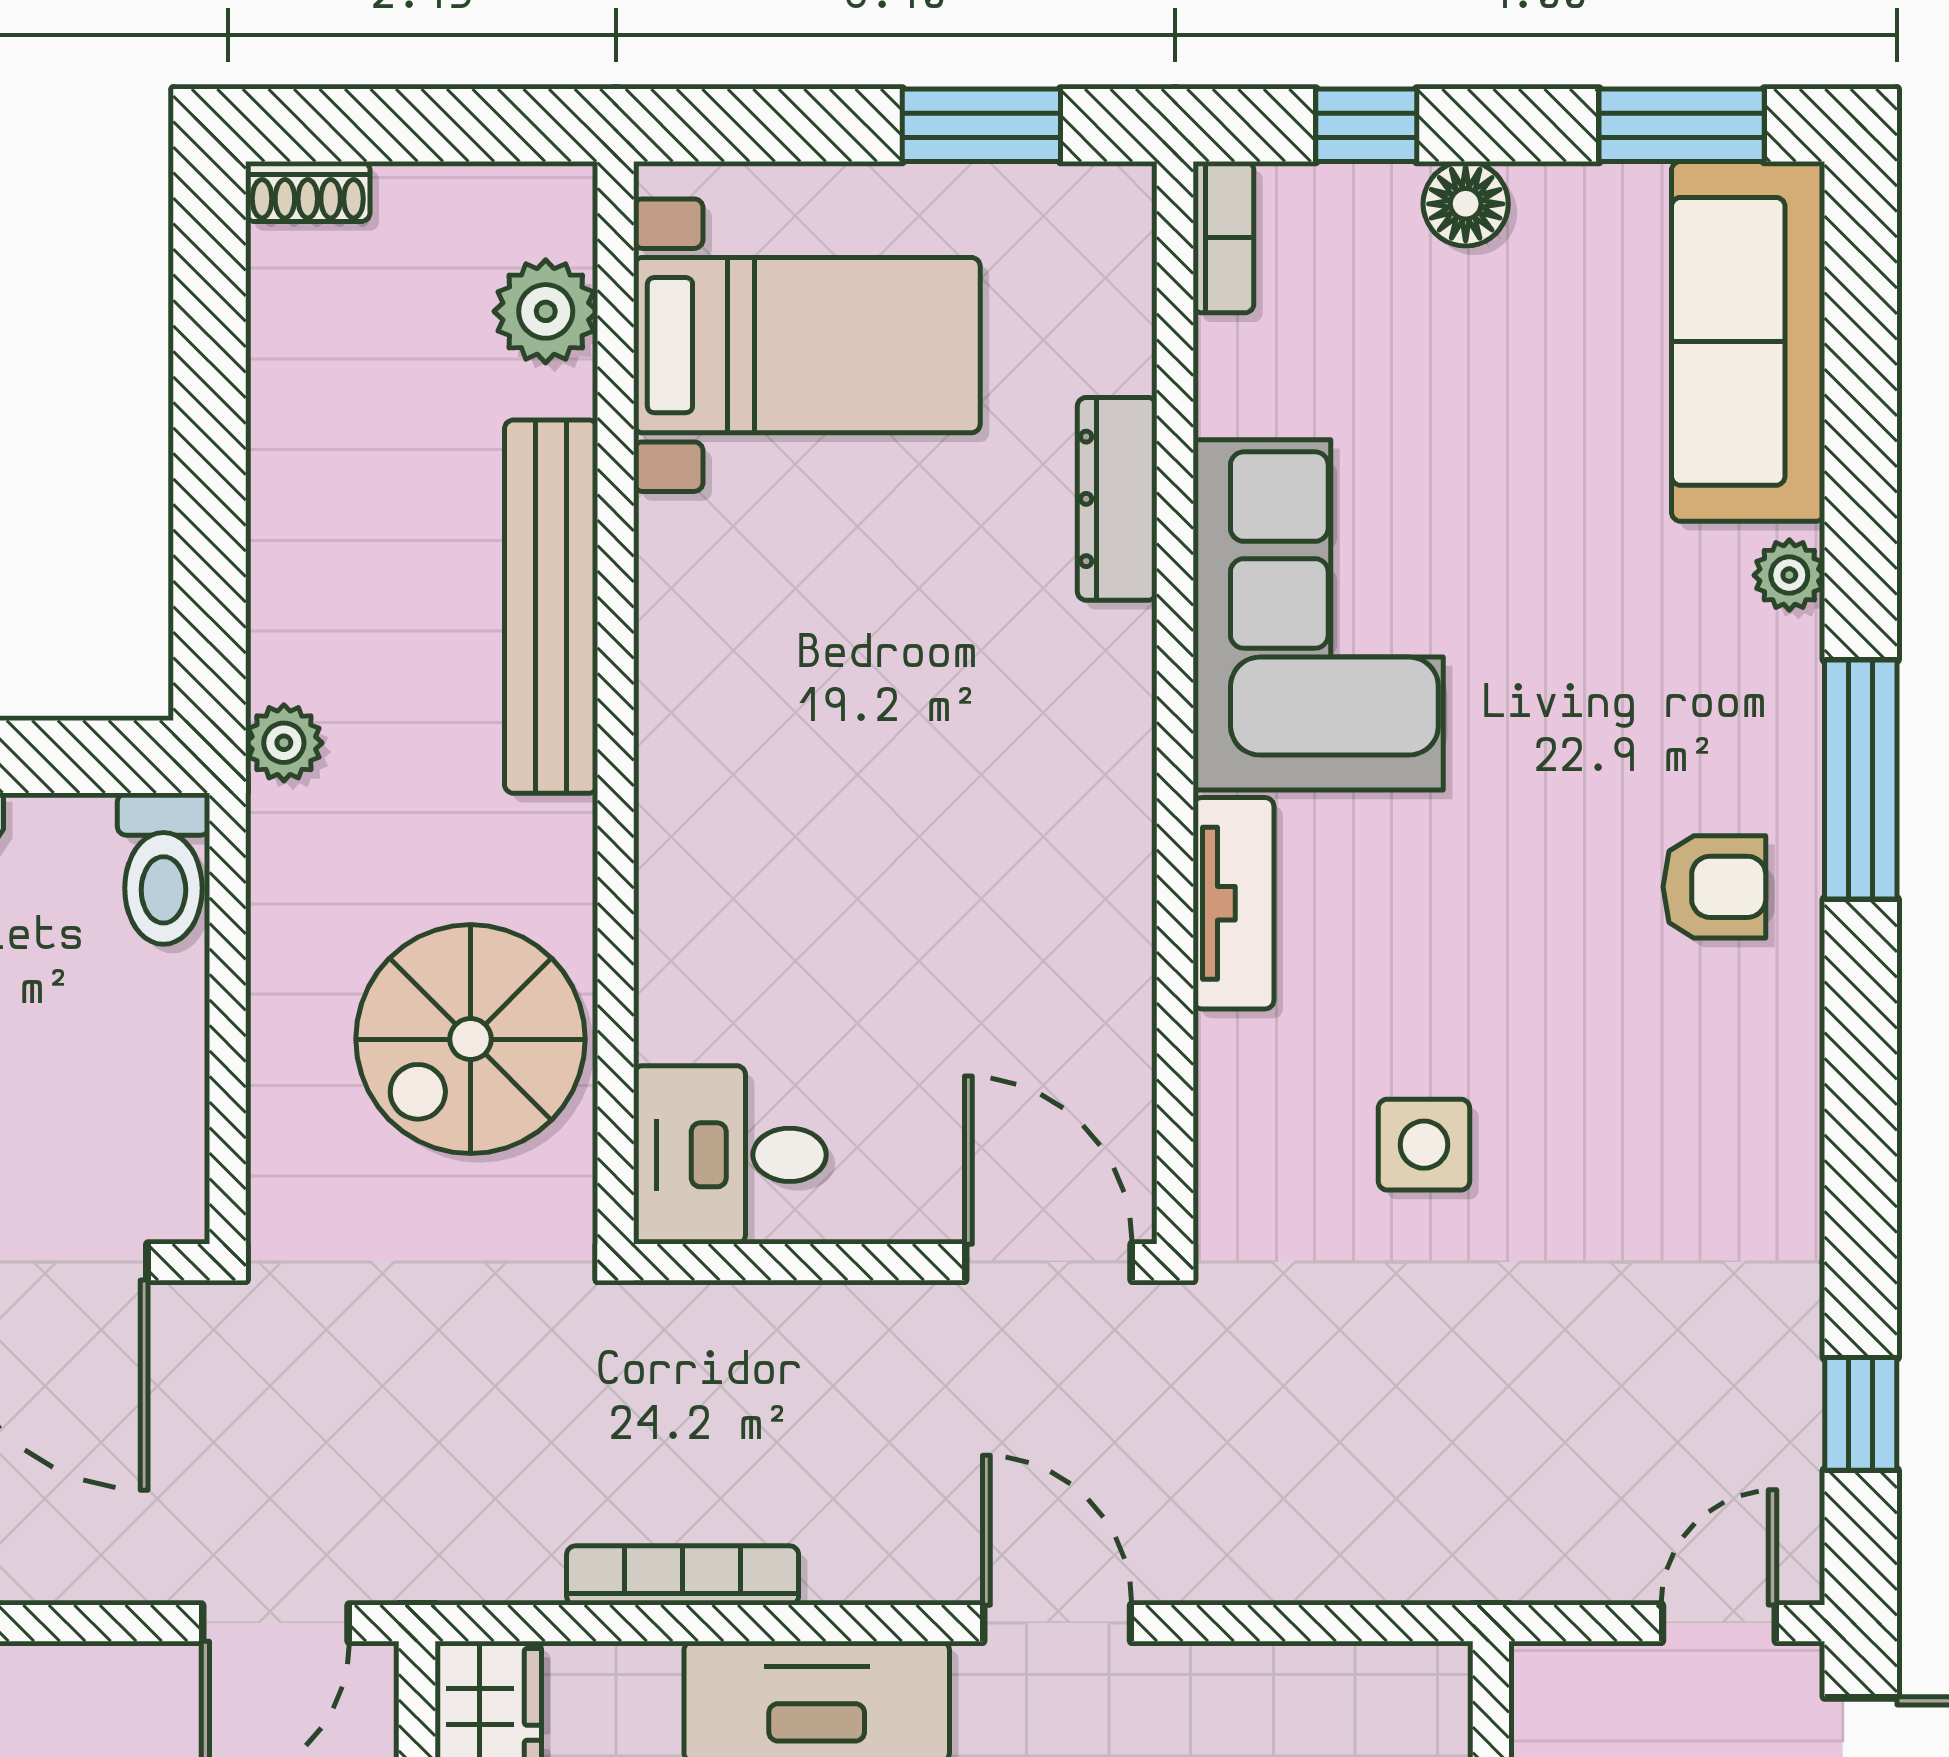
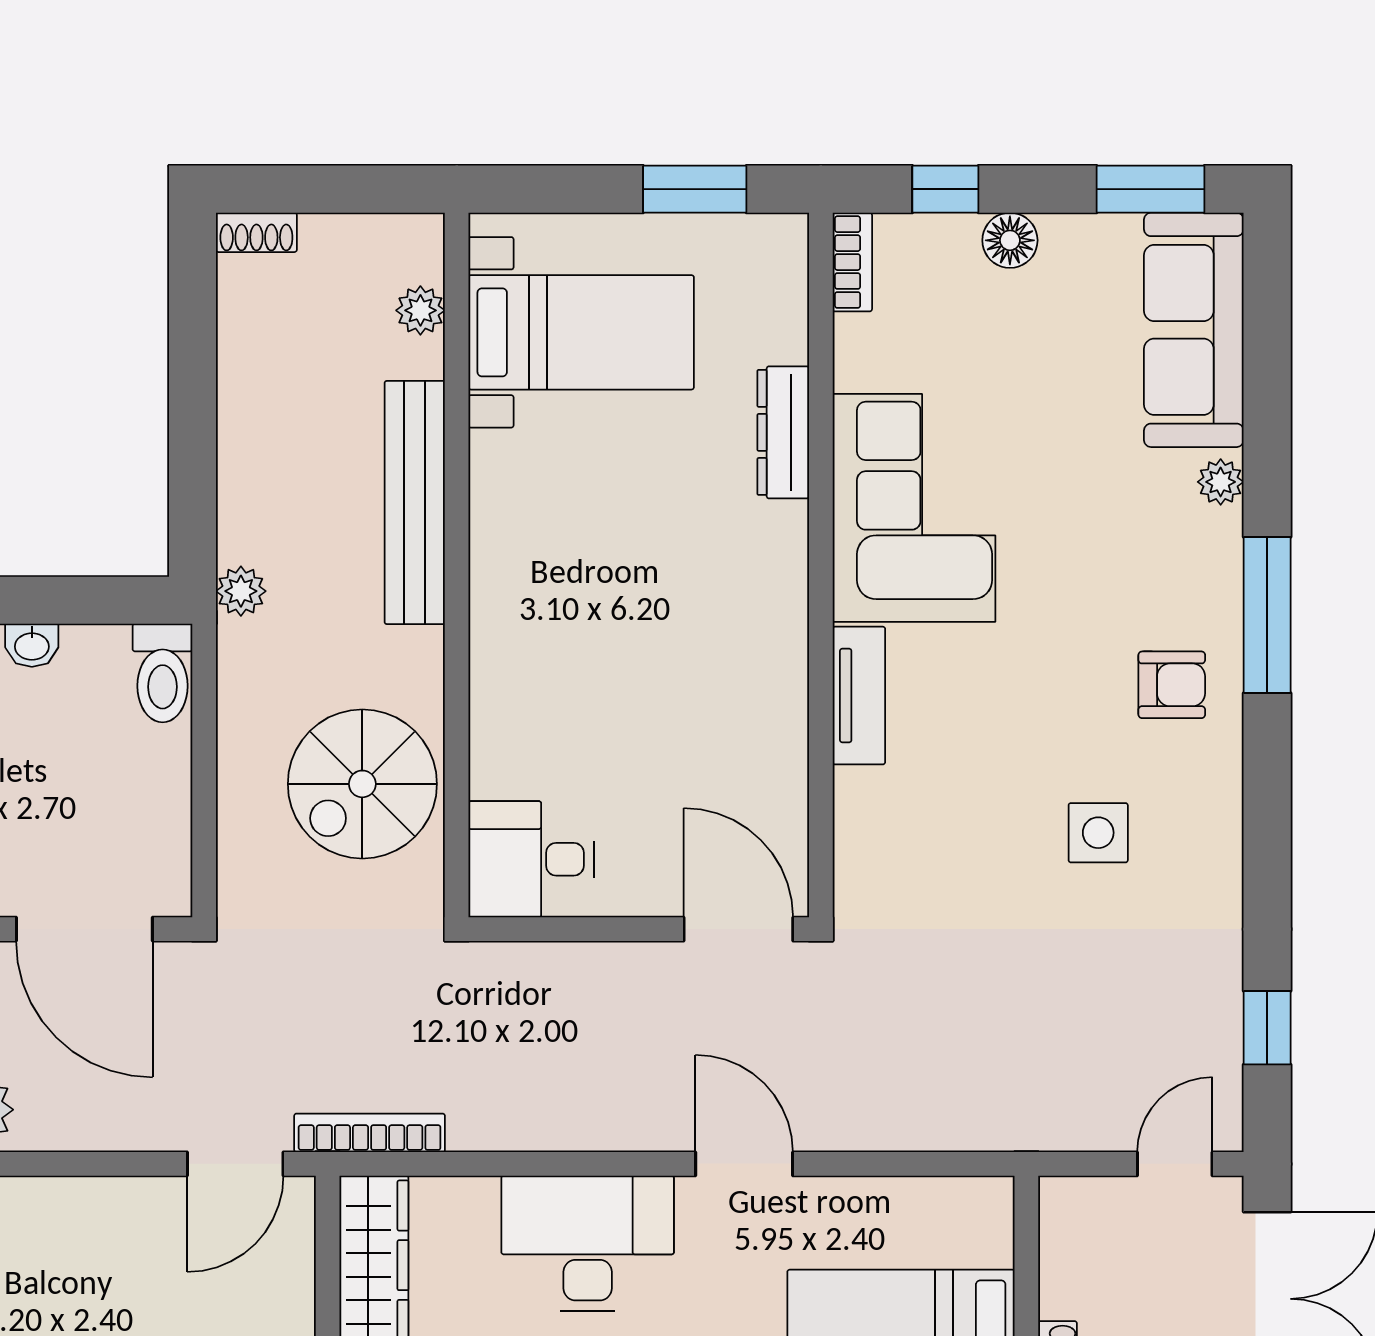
plant: (546, 311) -> (420, 310), width x0.73, depth x0.73
side table: (1424, 1145) -> (1098, 833), moved
bookcase: (683, 1575) -> (370, 1133), moved

